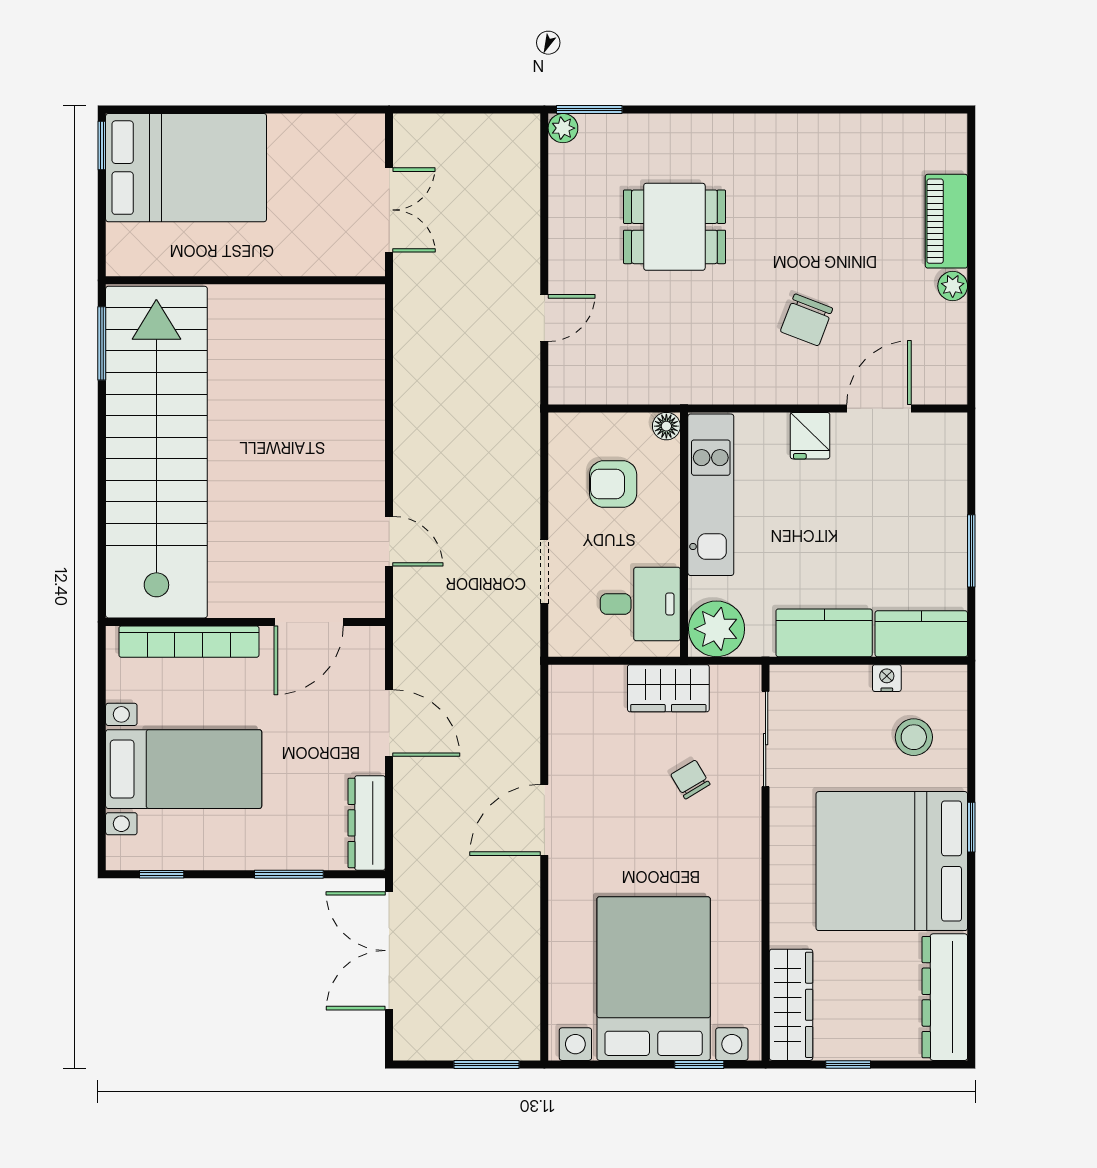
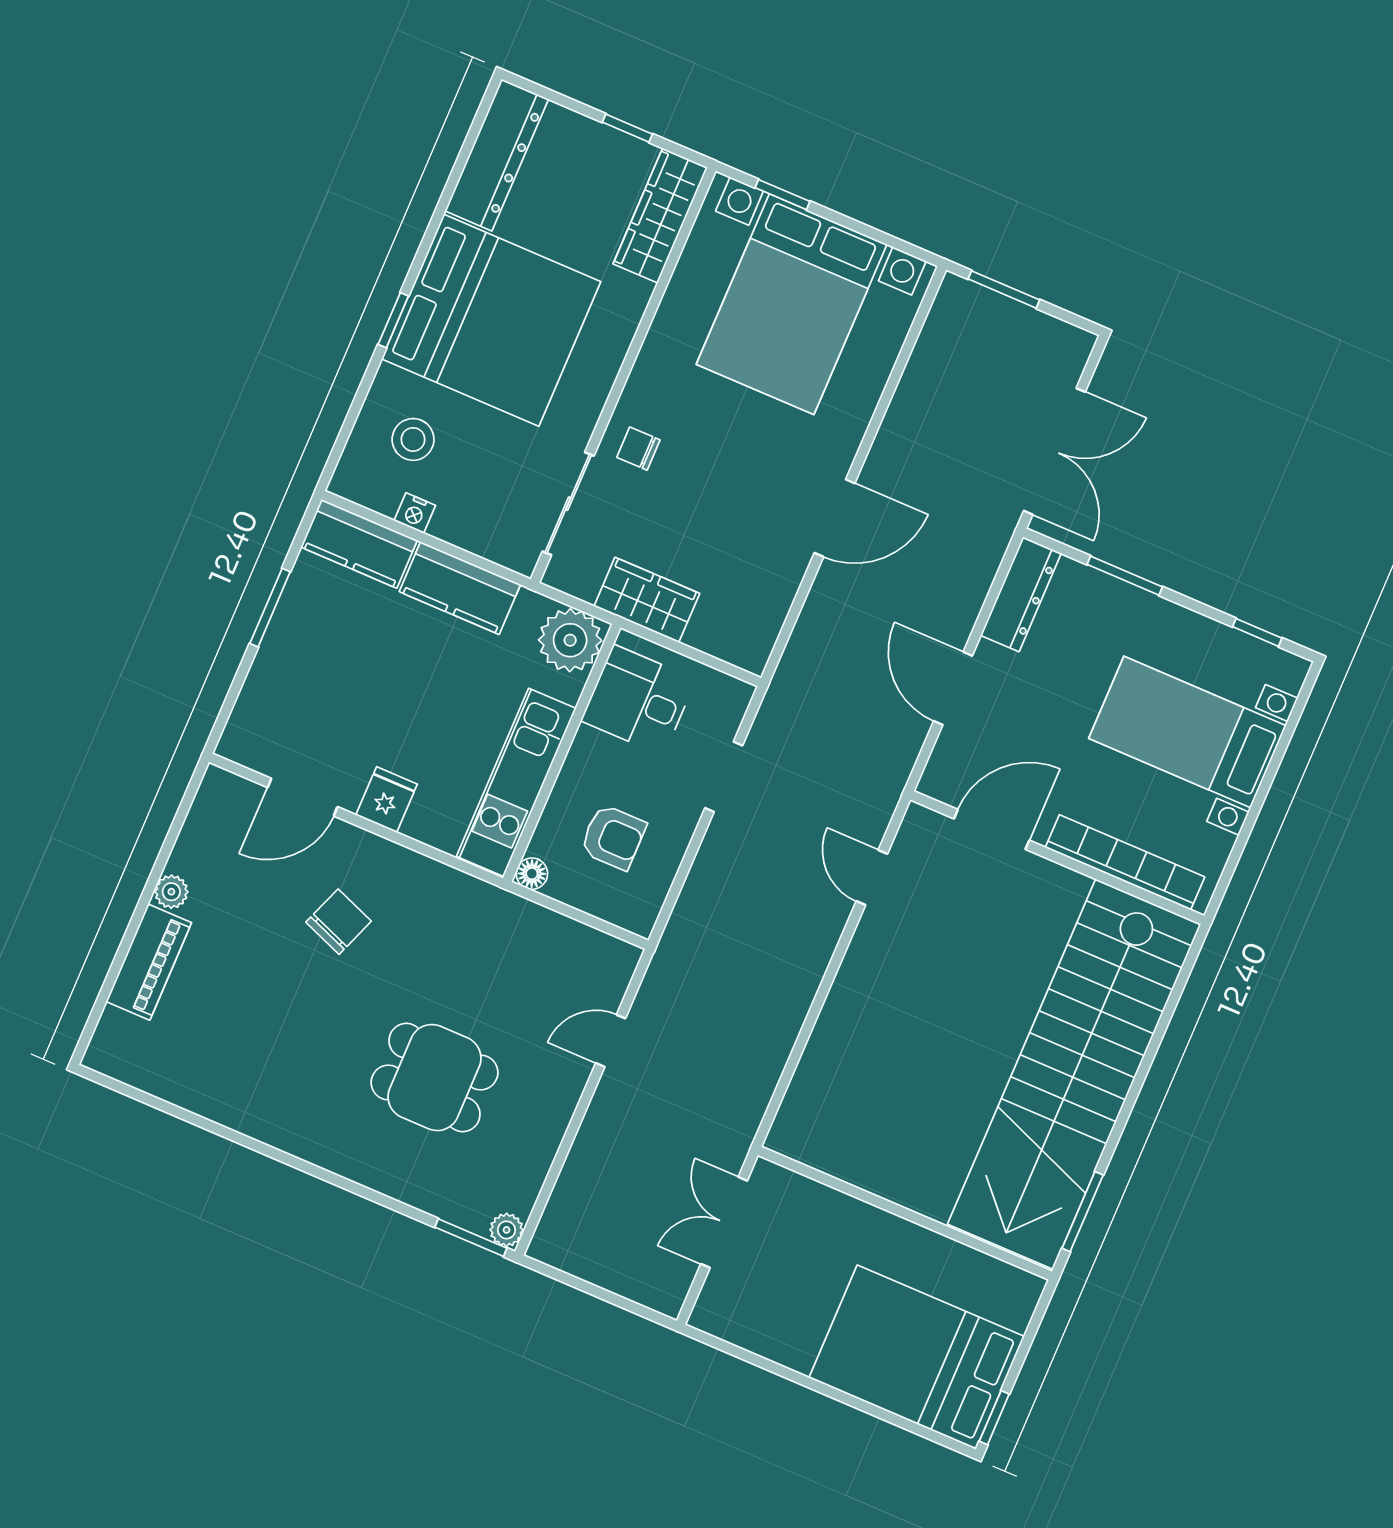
chair: (690, 779) -> (638, 449), moved, turned 121

